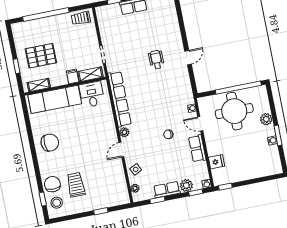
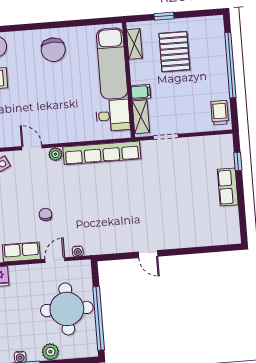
wheelchair: (156, 60) -> (150, 210), removed

